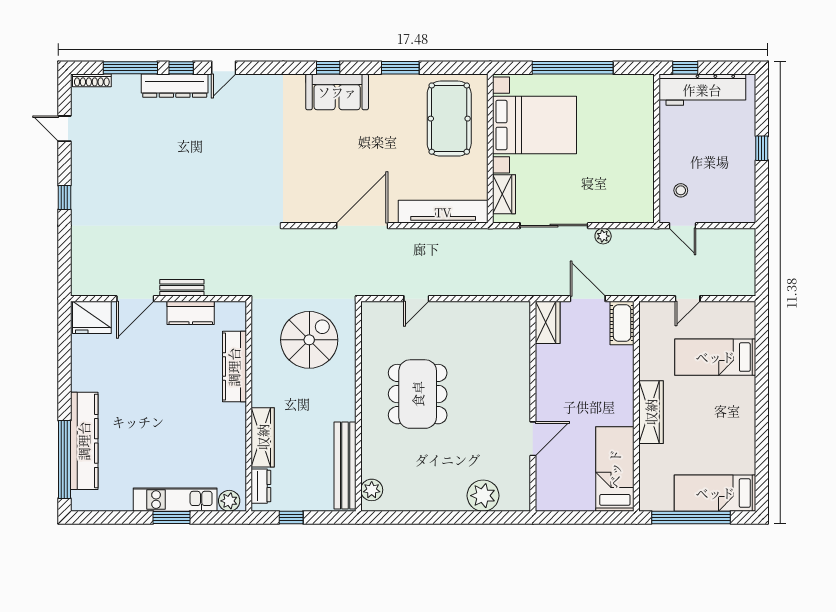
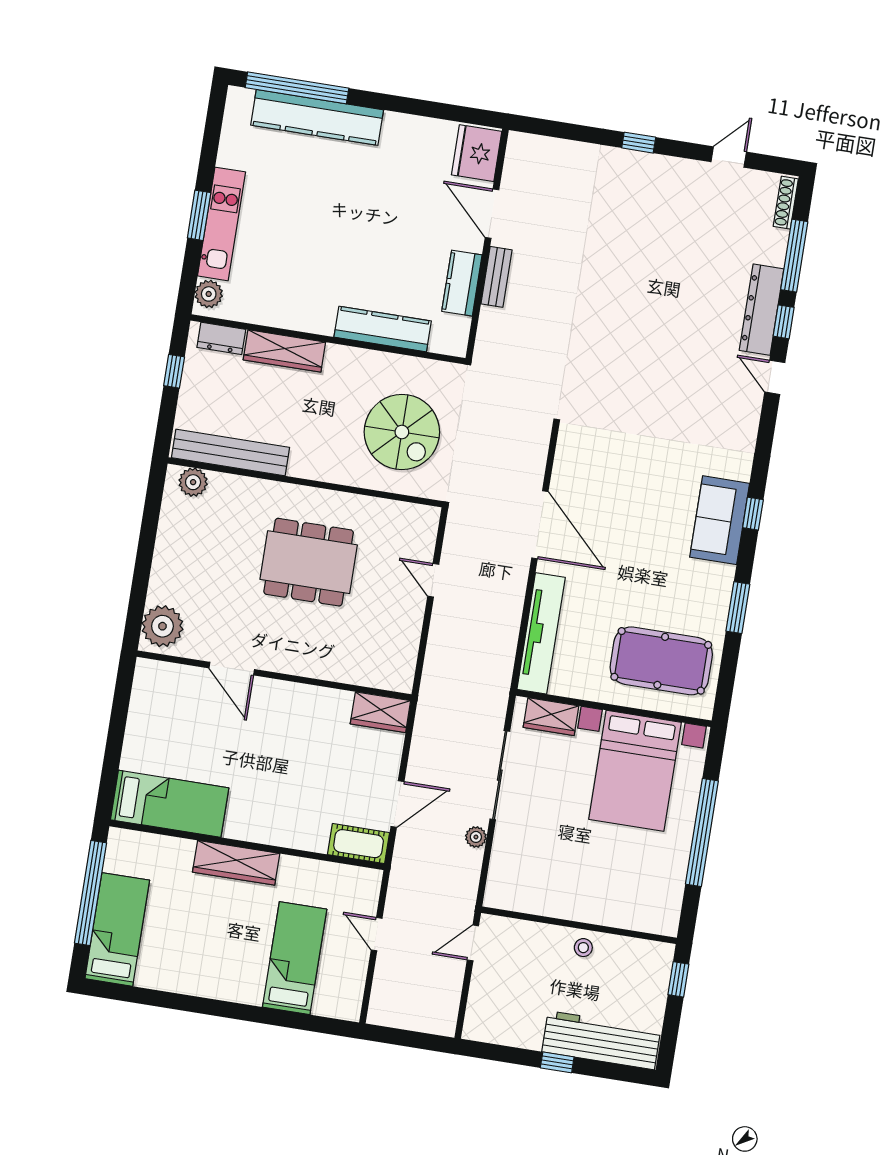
workbench: (702, 90) -> (601, 1040), moved, turned 90
stool: (681, 190) -> (583, 948), moved
wardrobe: (548, 322) -> (380, 712), moved
wall: (533, 406) -> (274, 676), moved
door: (533, 439) -> (232, 669), moved

